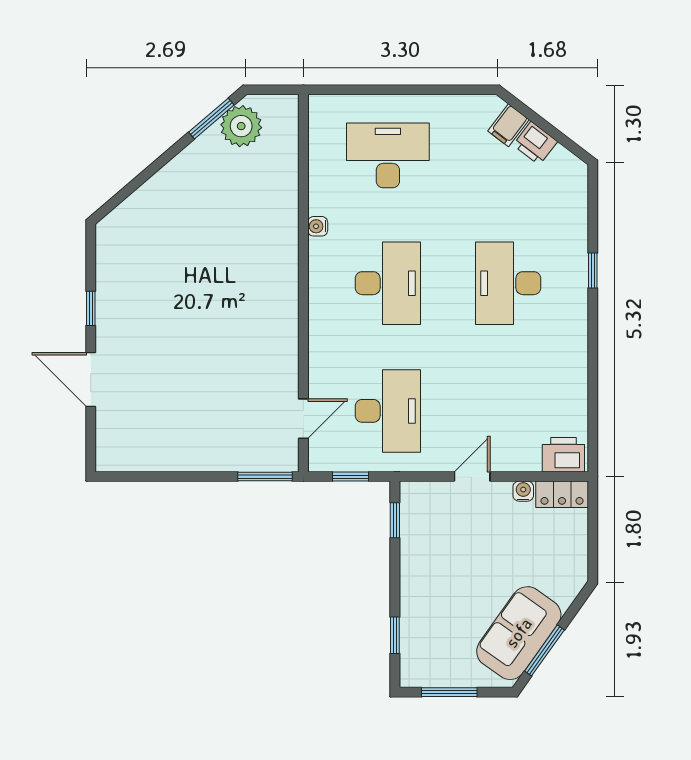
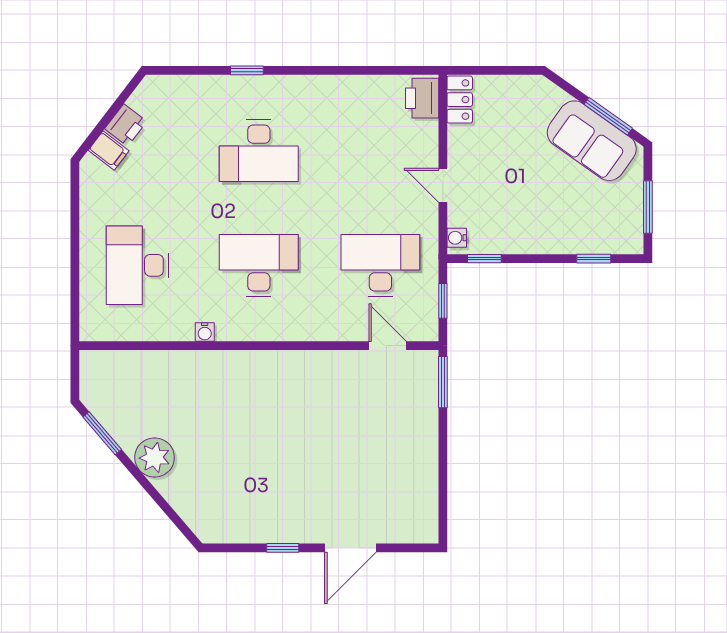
plant: (241, 126) -> (155, 458), moved
water cooler: (523, 491) -> (457, 238), moved

